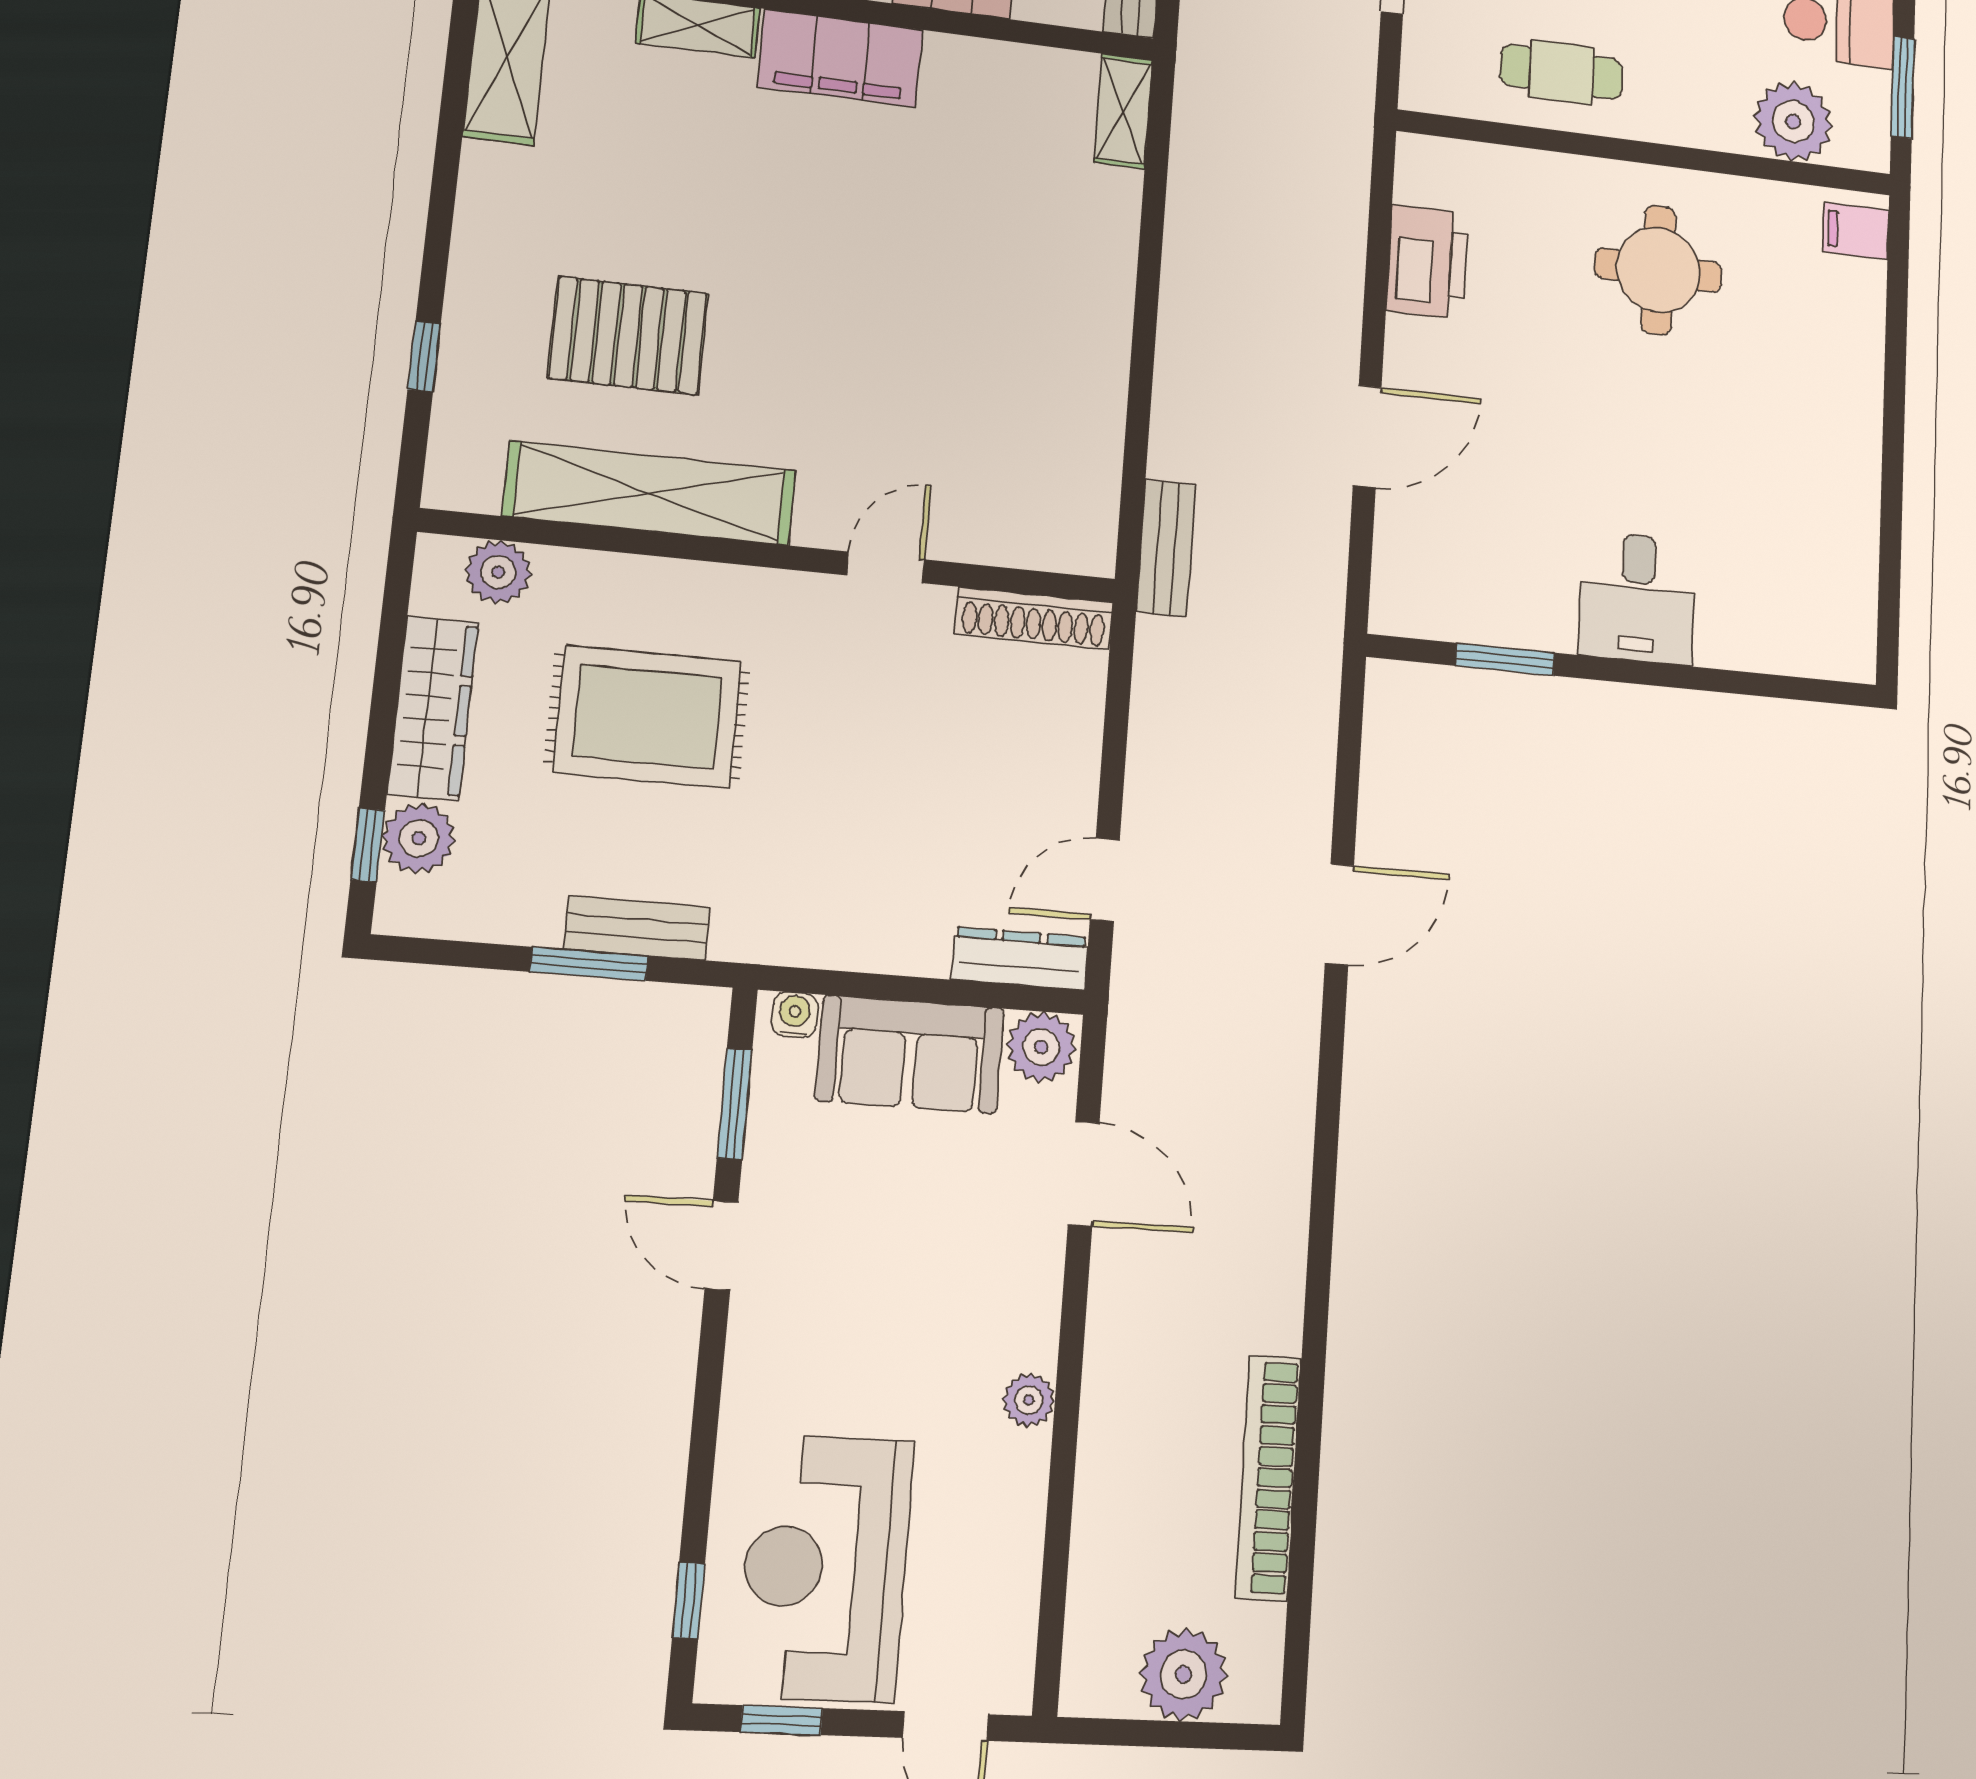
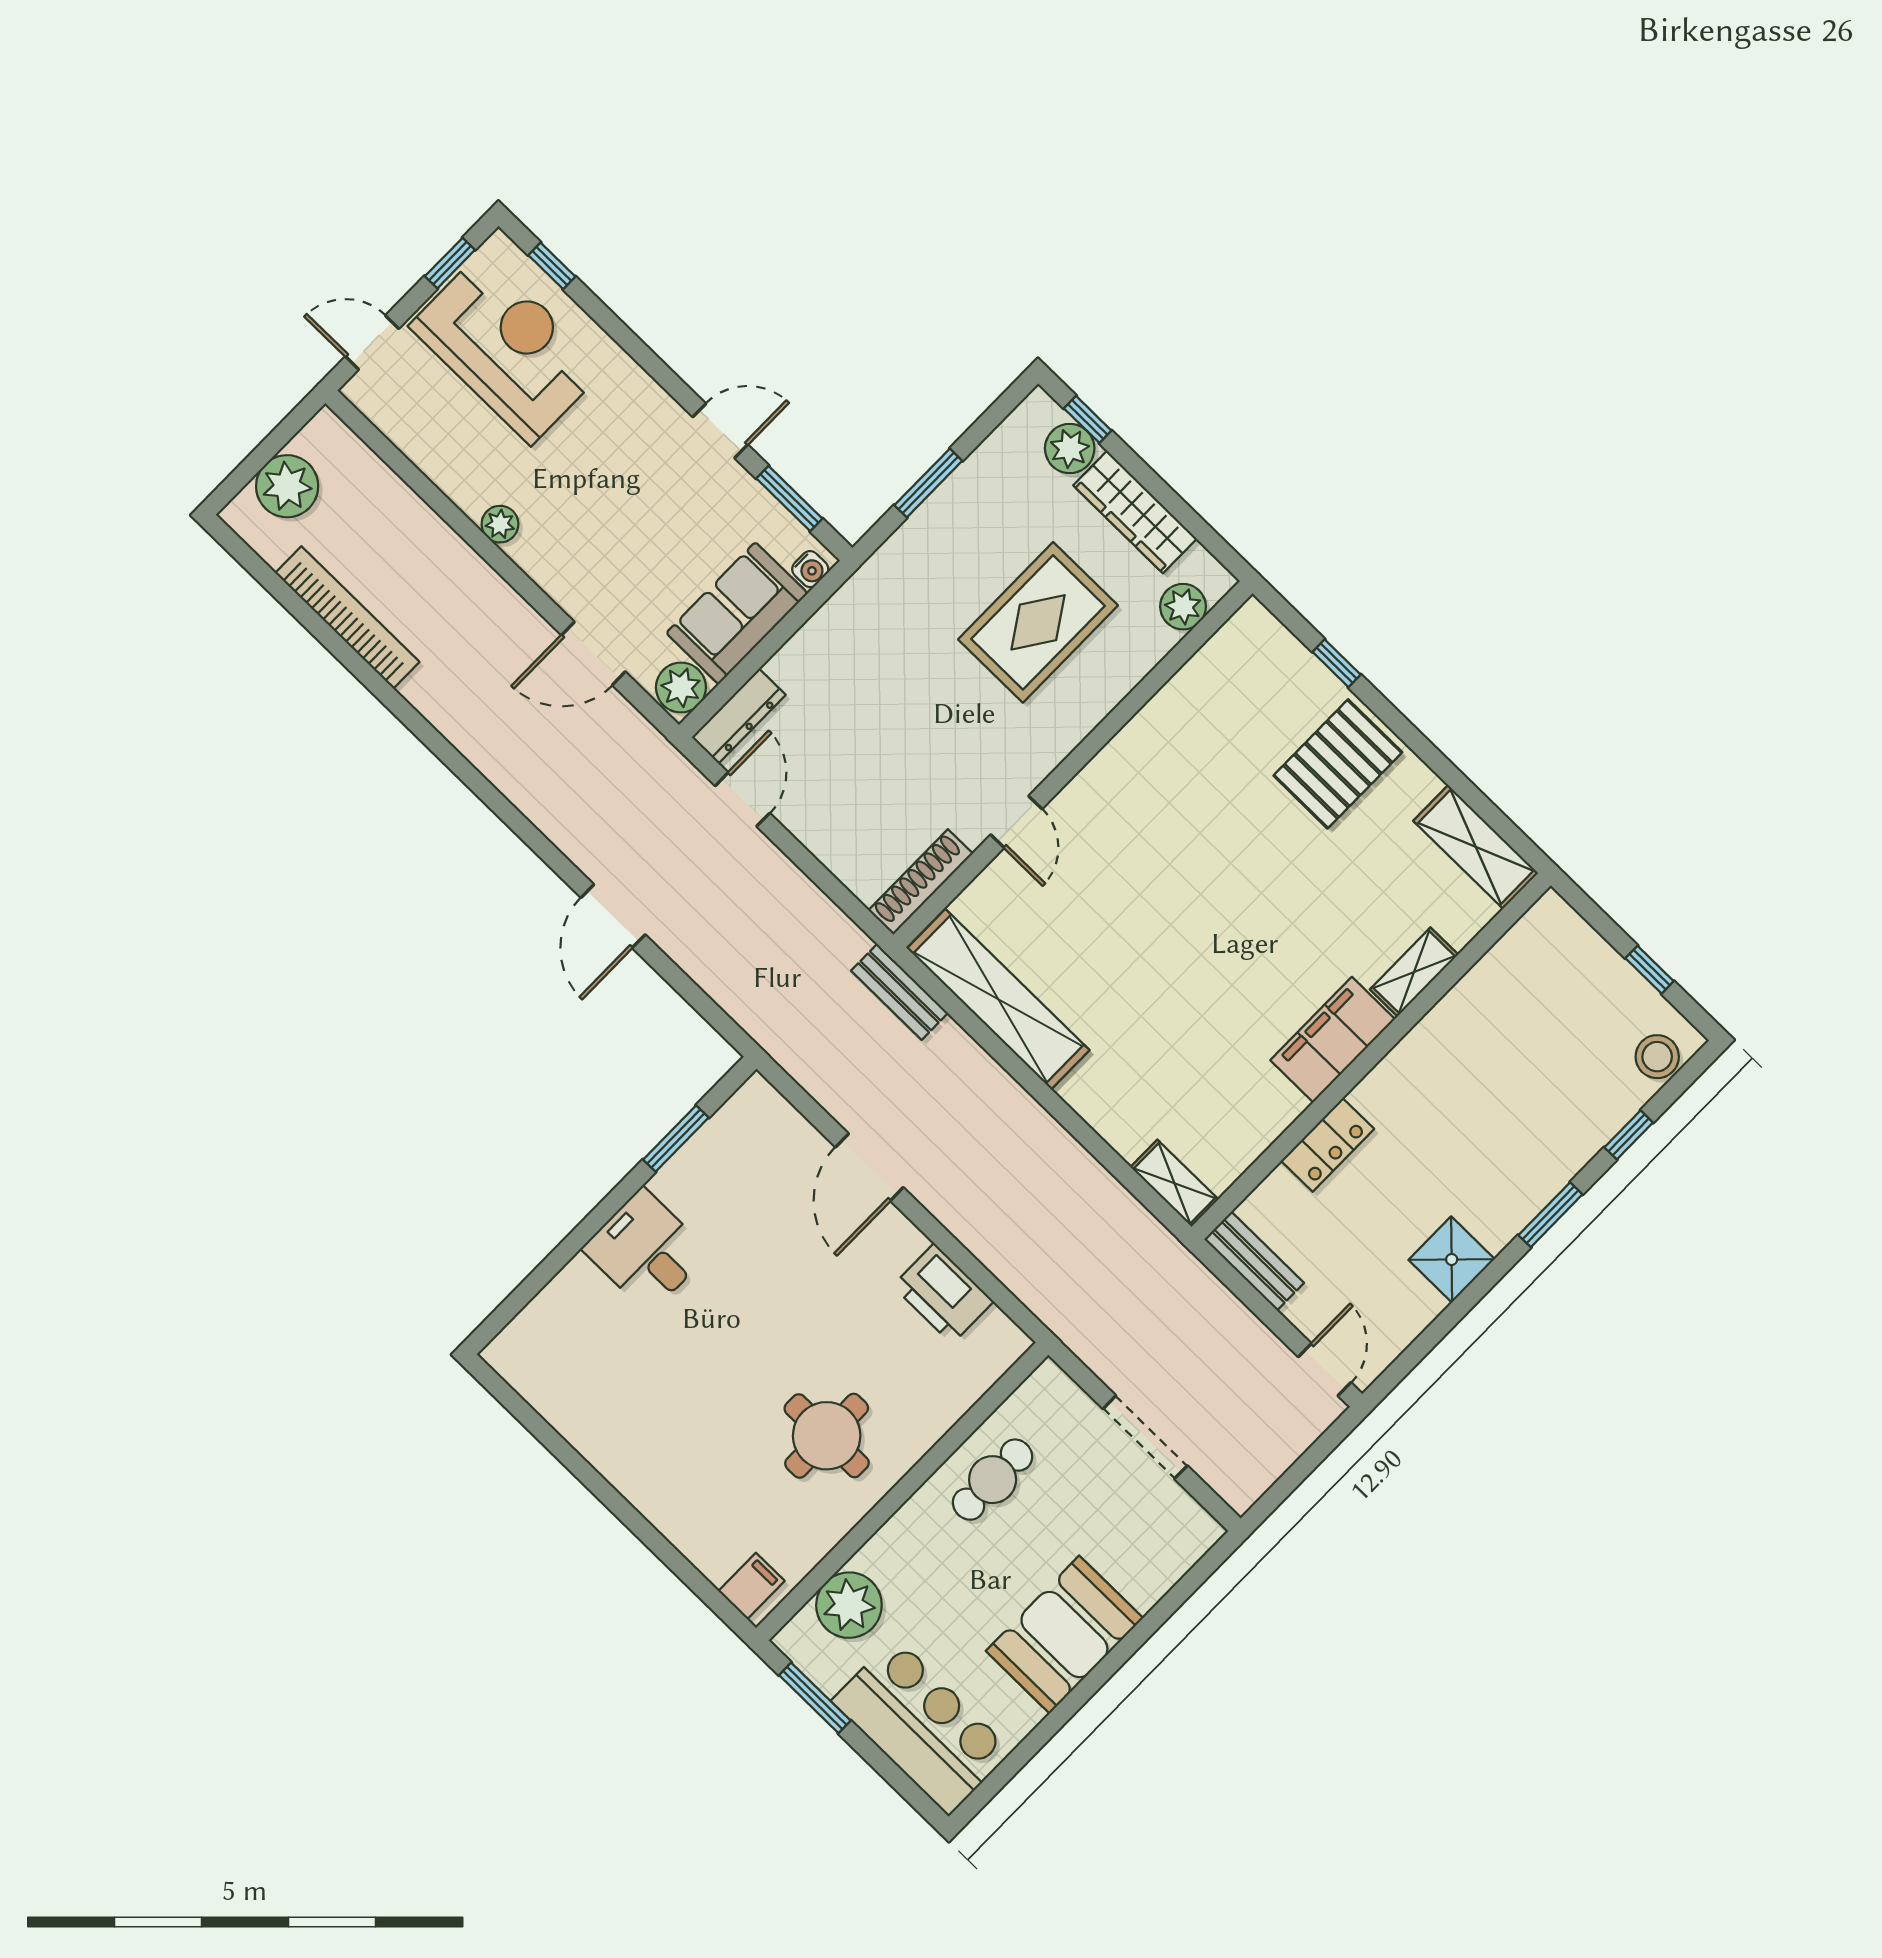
pallet: (628, 335) -> (1338, 764), moved
shelving: (650, 493) -> (998, 999), moved, turned 90
bench: (637, 928) -> (927, 524), removed

